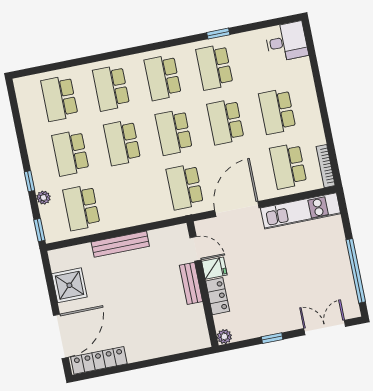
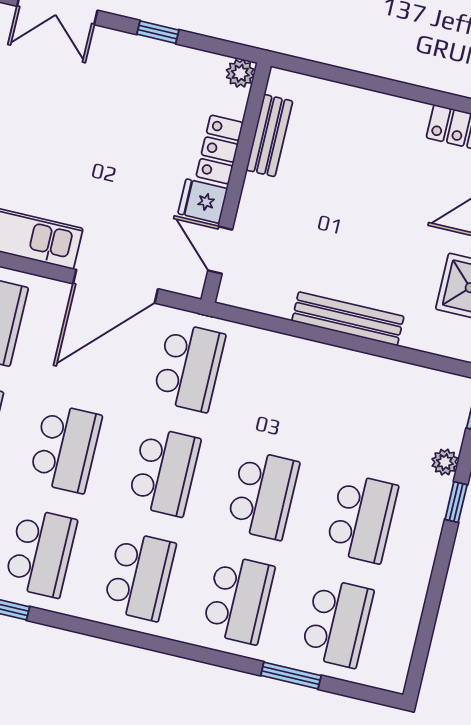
window: (70, 64) -> (291, 676), added
school desk: (81, 208) -> (387, 414), removed
bench: (191, 283) -> (269, 136), moved

